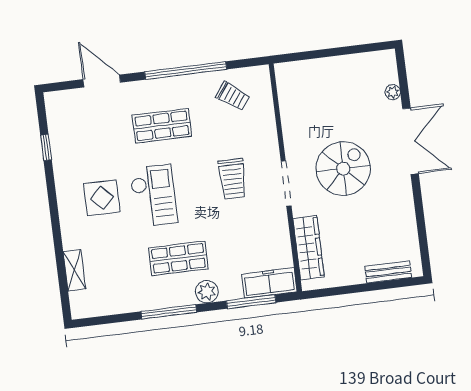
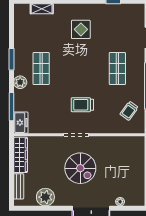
checkout: (154, 196) -> (78, 59), removed
plant: (401, 223) -> (45, 197), added
wardrobe: (309, 248) -> (21, 155), moved, turned -90
freezer: (269, 283) -> (21, 123), width x0.71
window: (169, 312) -> (11, 59), width x0.69

